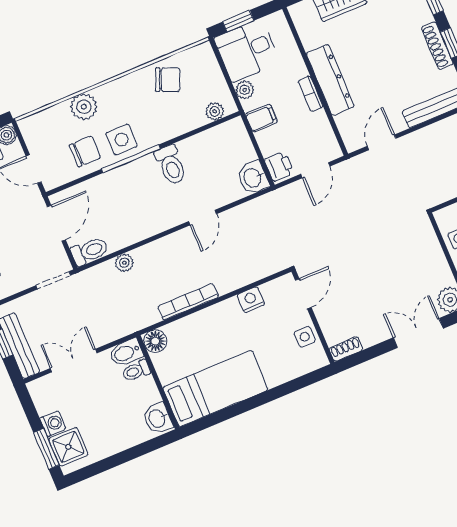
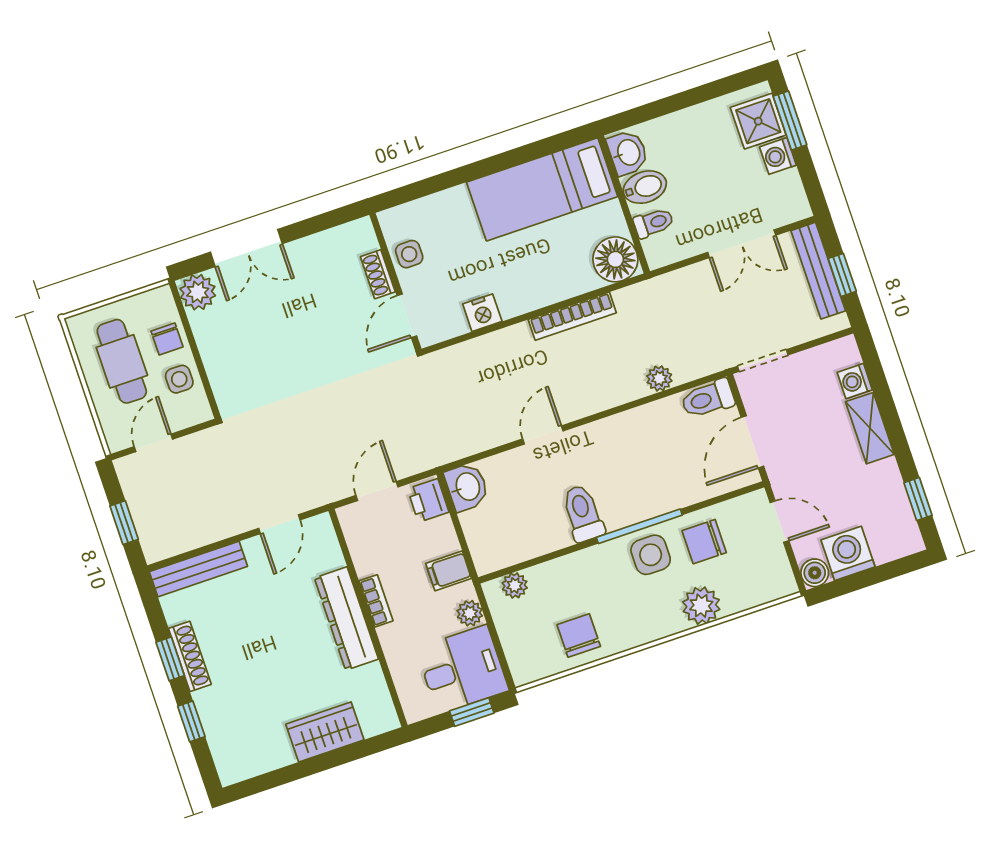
chair: (168, 80) -> (579, 636), turned 67
floor lamp: (155, 341) -> (615, 259), width x1.38, depth x1.38
shoe rack: (346, 349) -> (378, 274), moved, turned 90
bidet: (126, 353) -> (645, 187), moved

